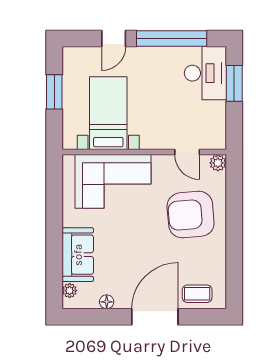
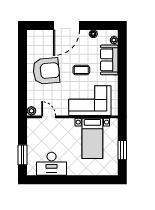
door: (114, 39) -> (89, 180), removed
window: (172, 39) -> (57, 180), removed
desk: (205, 73) -> (52, 164), moved, turned -90
armchair: (191, 215) -> (46, 71), moved
coffee table: (197, 294) -> (81, 70), moved

